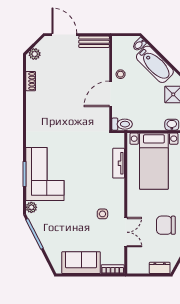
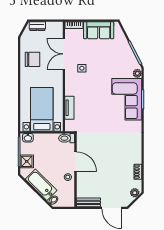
door: (111, 94) -> (76, 162), hinge flipped
double door: (126, 232) -> (64, 54), width x1.37

